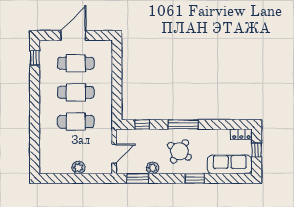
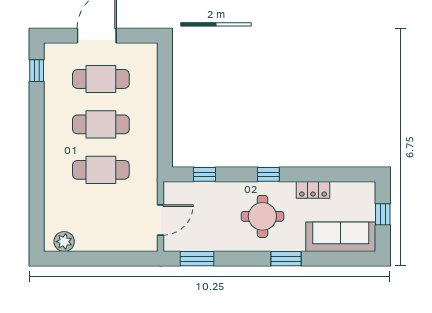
window: (183, 124) -> (268, 174), width x0.46
locker: (241, 134) -> (313, 190), moved
round table: (179, 151) -> (262, 216), turned -34
plant: (78, 168) -> (64, 242), moved
plant: (153, 168) -> (221, 242), removed

